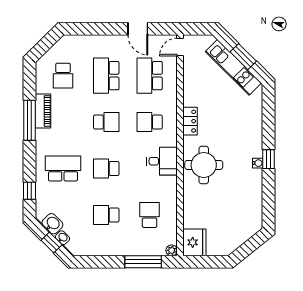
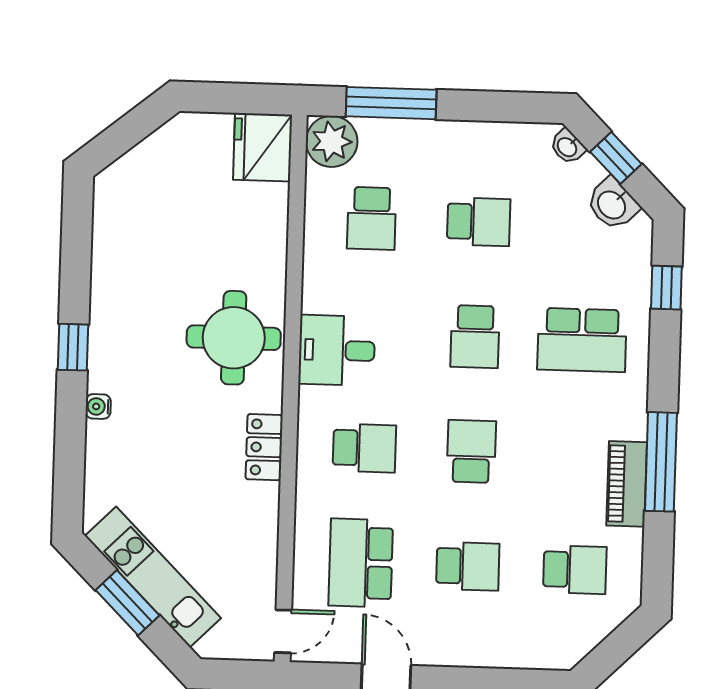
school desk: (63, 76) -> (575, 570), turned 90
school desk: (106, 76) -> (468, 566), width x0.54
school desk: (150, 76) -> (361, 563), turned 180
school desk: (106, 122) -> (471, 451), turned 90
water cooler: (258, 163) -> (98, 406), moved
school desk: (106, 169) -> (475, 337), turned 90
washbasin: (63, 238) -> (567, 147), moved
plant: (172, 250) -> (332, 141), width x1.87, depth x1.87

